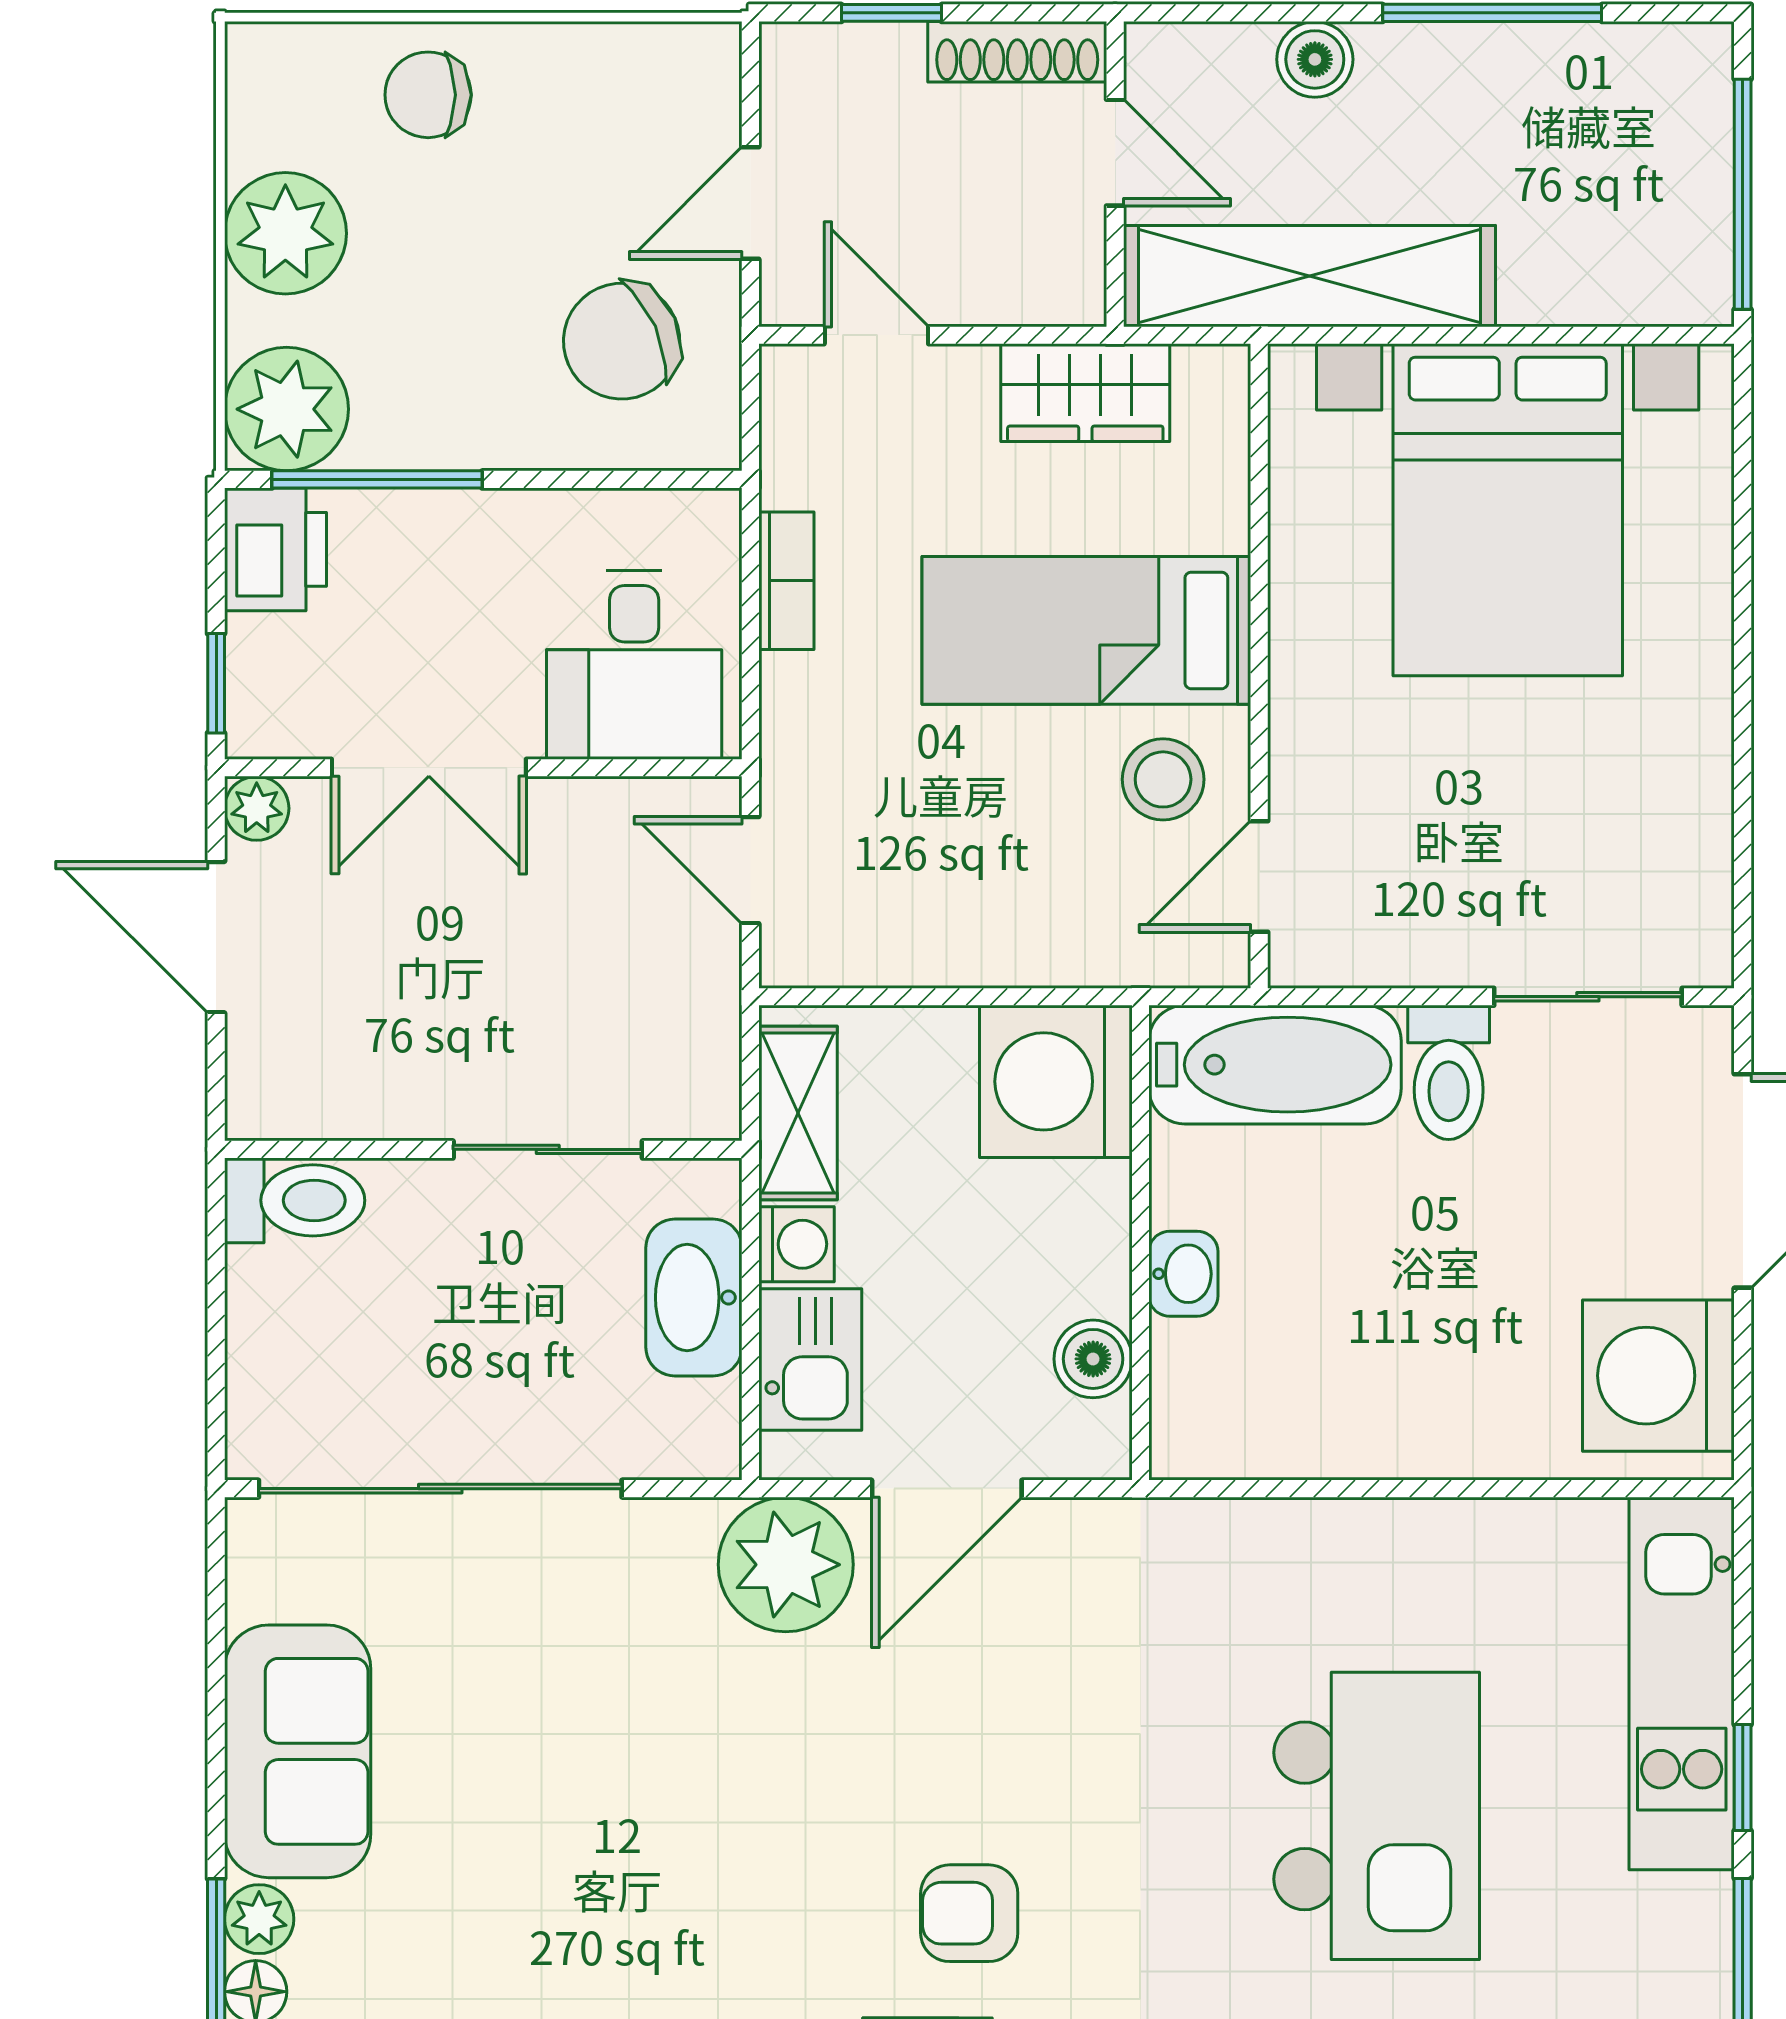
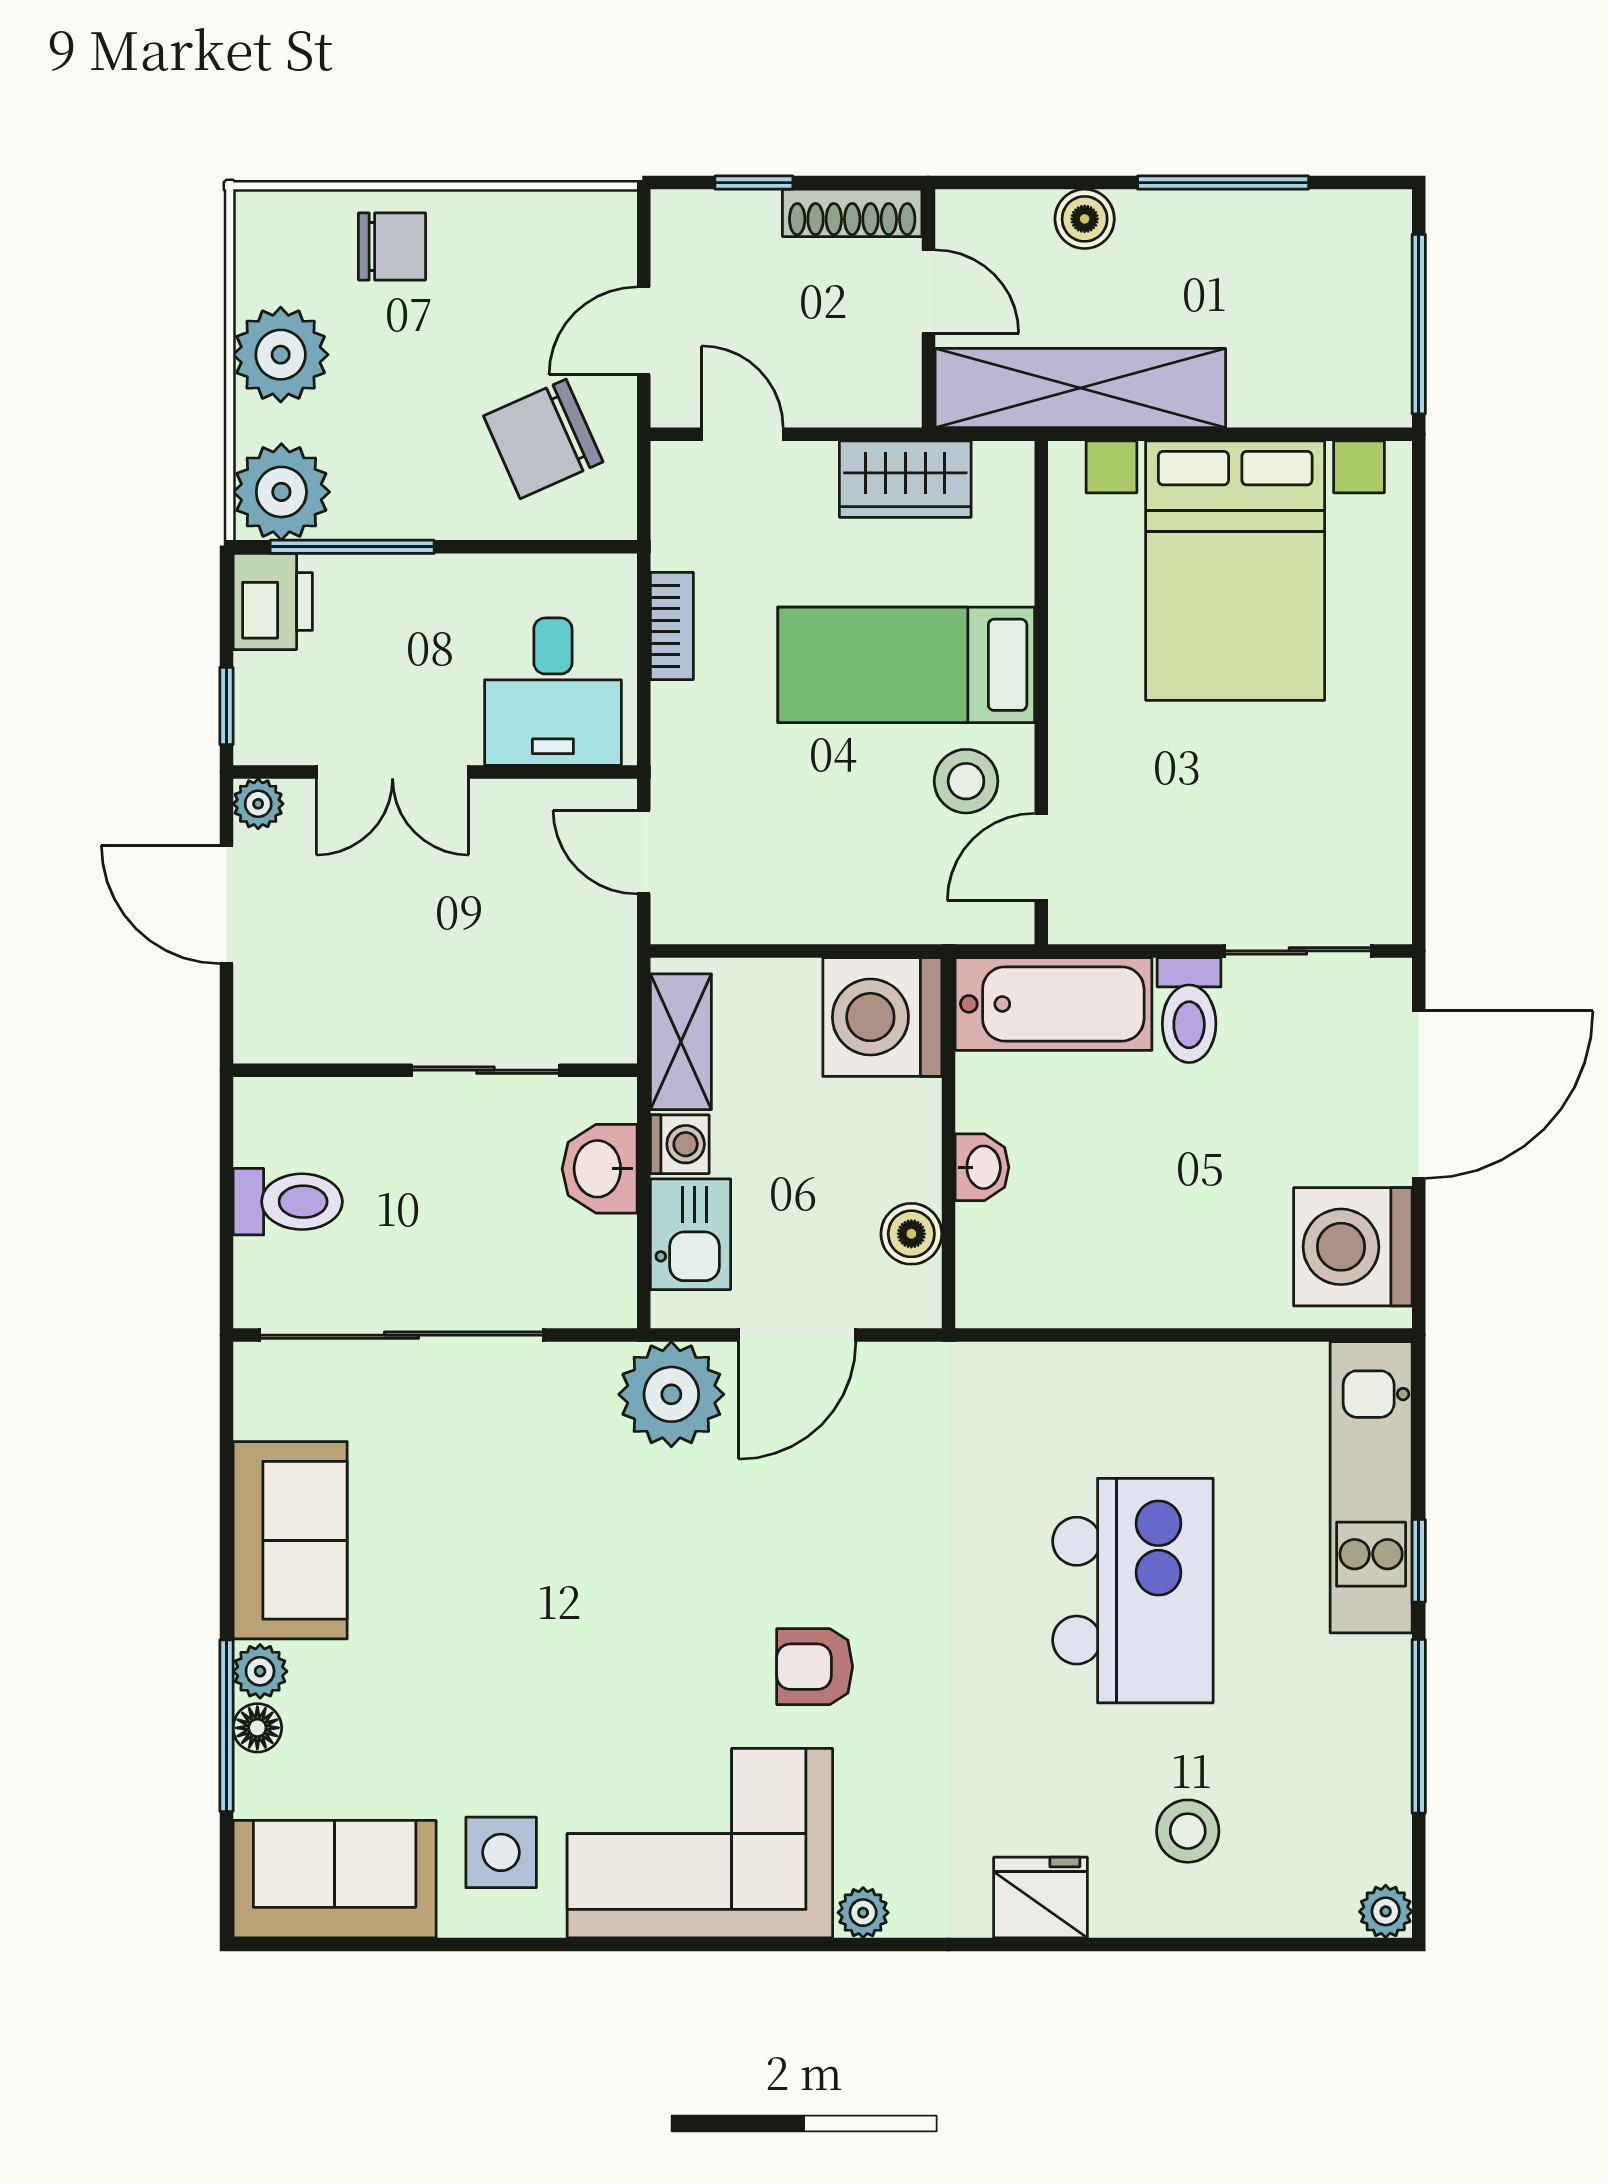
chair: (428, 95) -> (392, 246), turned 180
toilet: (295, 1200) -> (288, 1202), moved
washbasin: (694, 1297) -> (600, 1169), width x0.72

